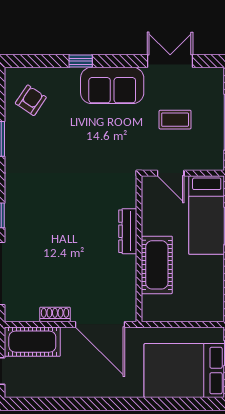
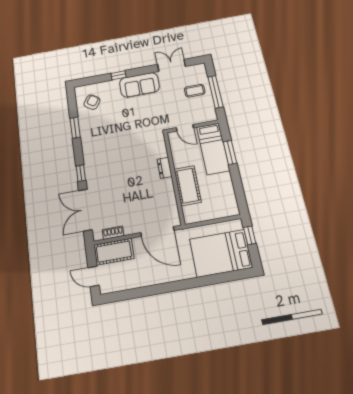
coffee table: (175, 120) -> (195, 91), moved
dresser: (128, 231) -> (165, 168), width x0.70
shoe rack: (55, 315) -> (113, 233), moved

